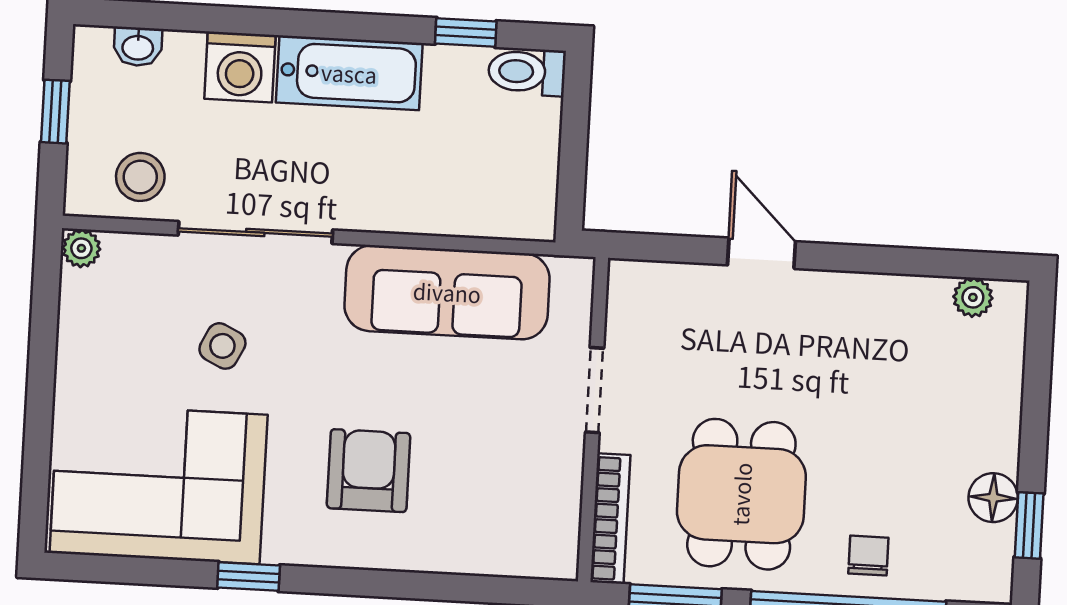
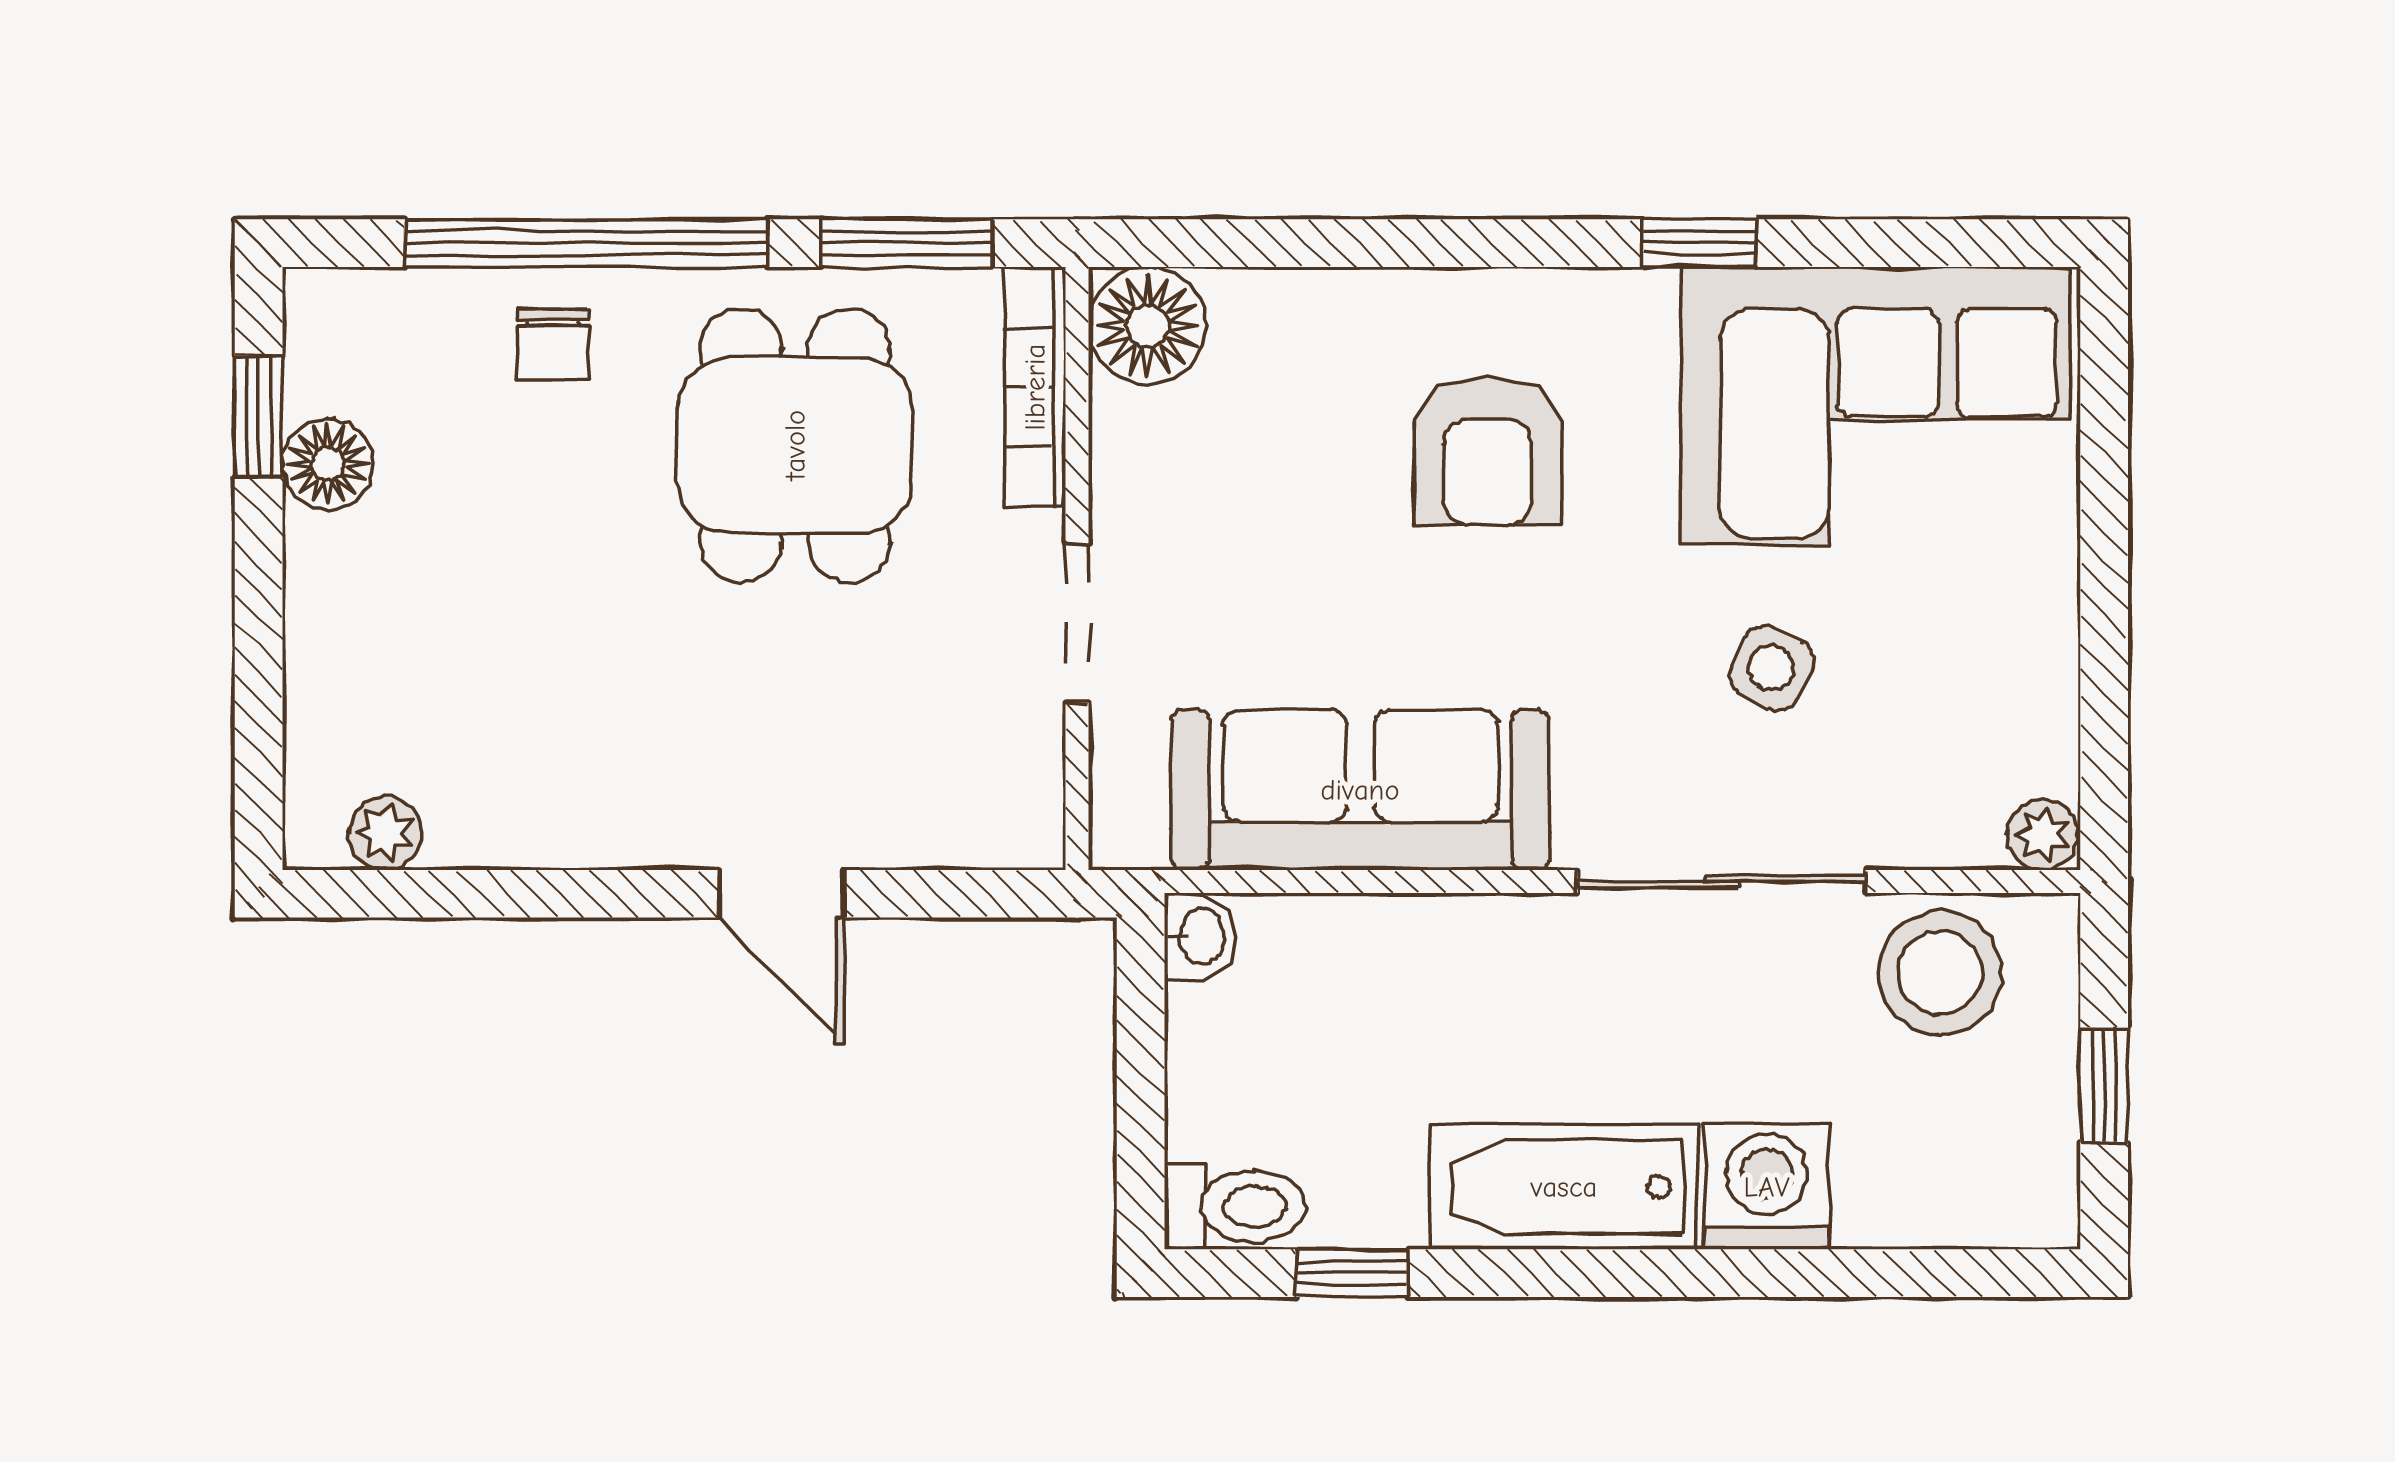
washbasin: (138, 47) -> (1200, 937), moved, turned 90
stool: (140, 177) -> (1940, 973), width x1.38, depth x1.38
floor lamp: (548, 548) -> (1147, 326), added

